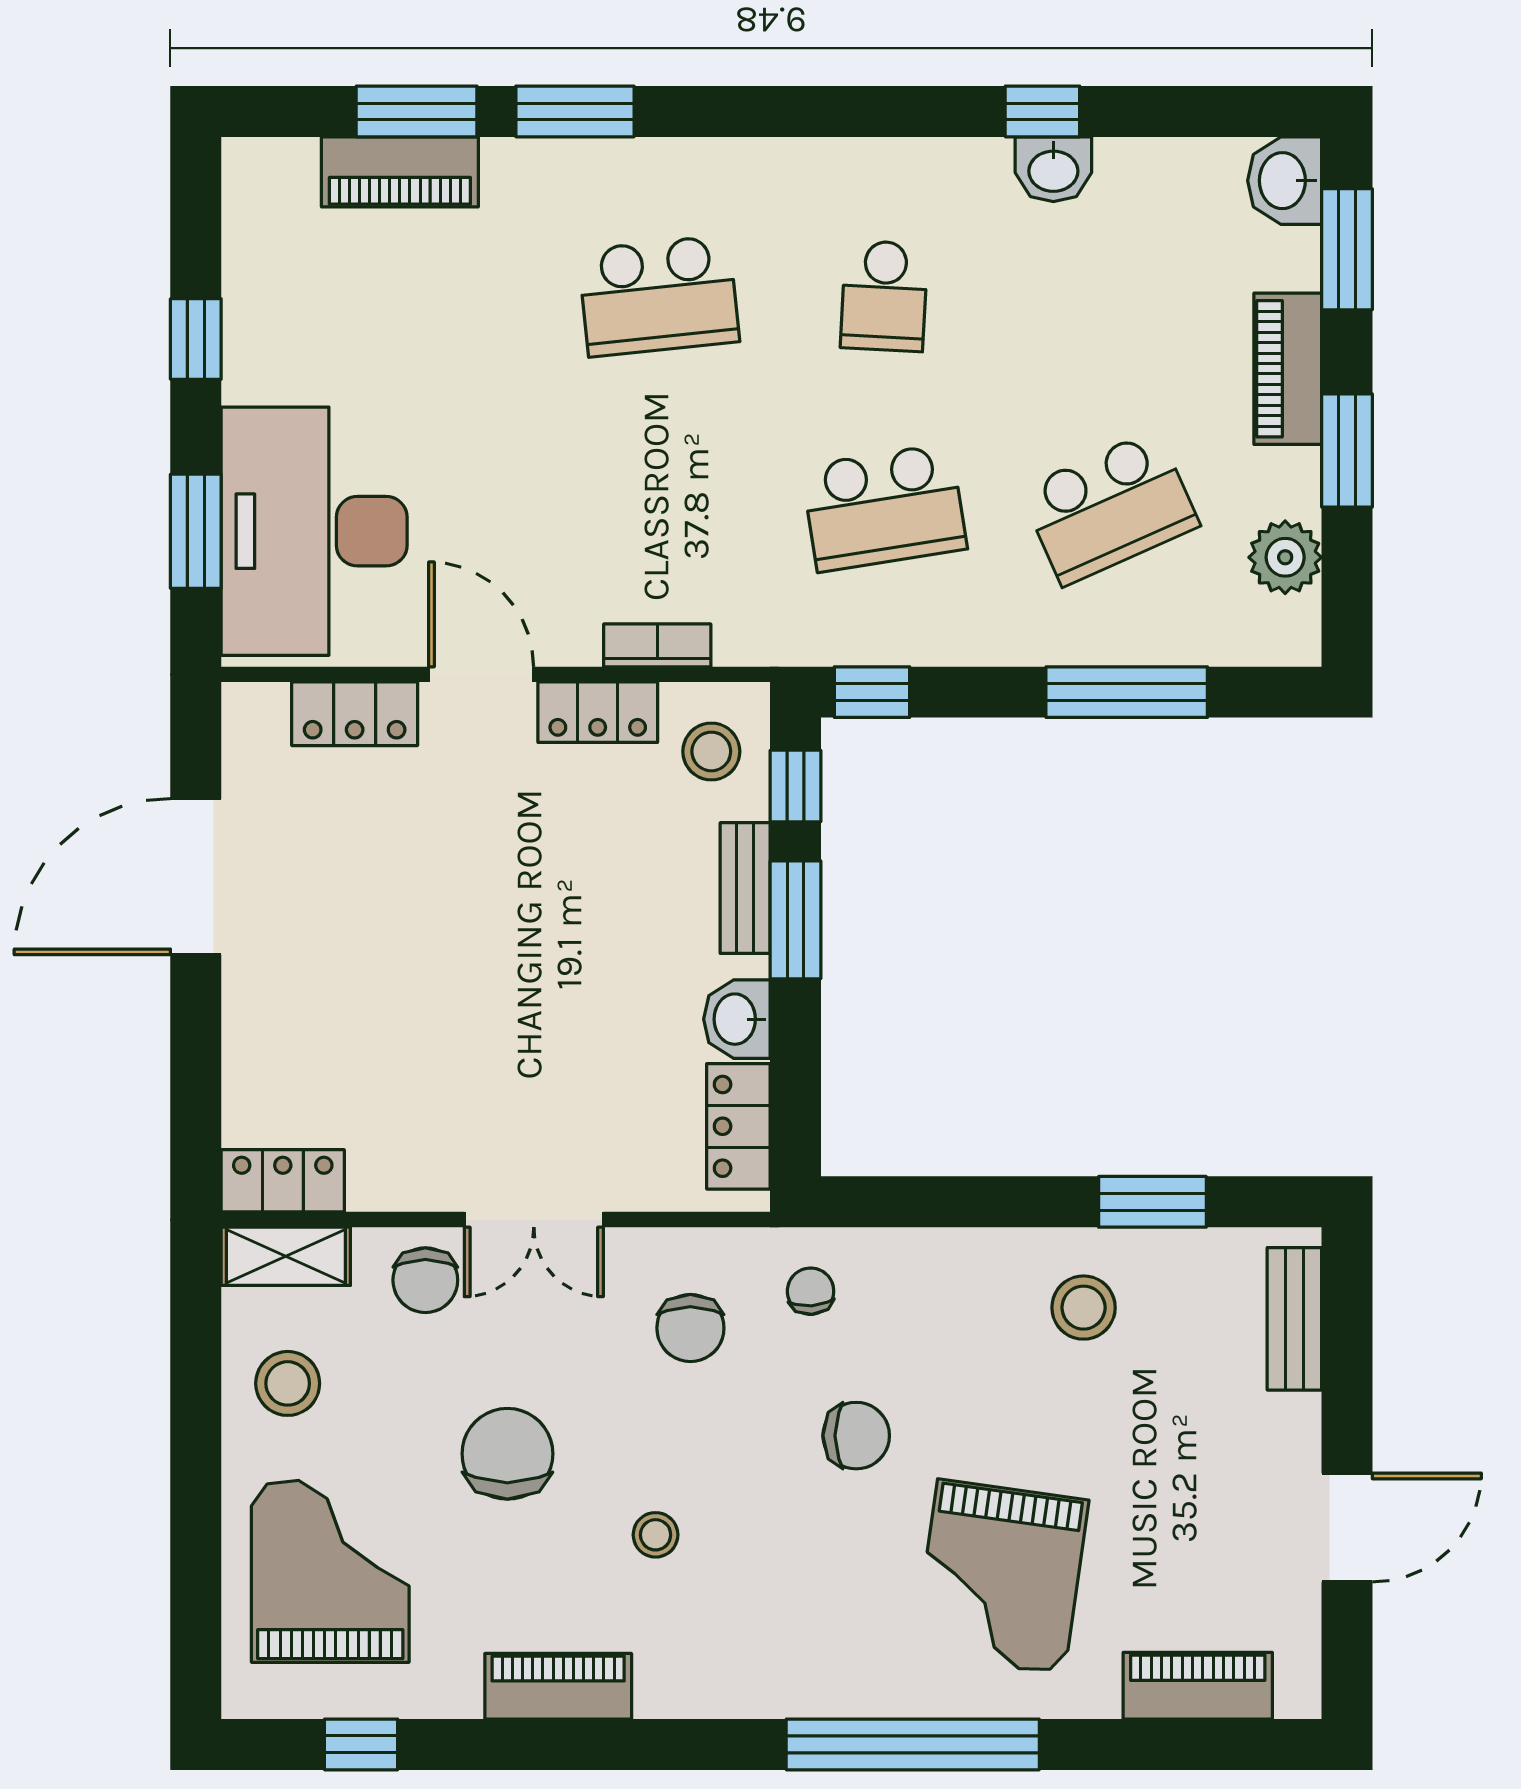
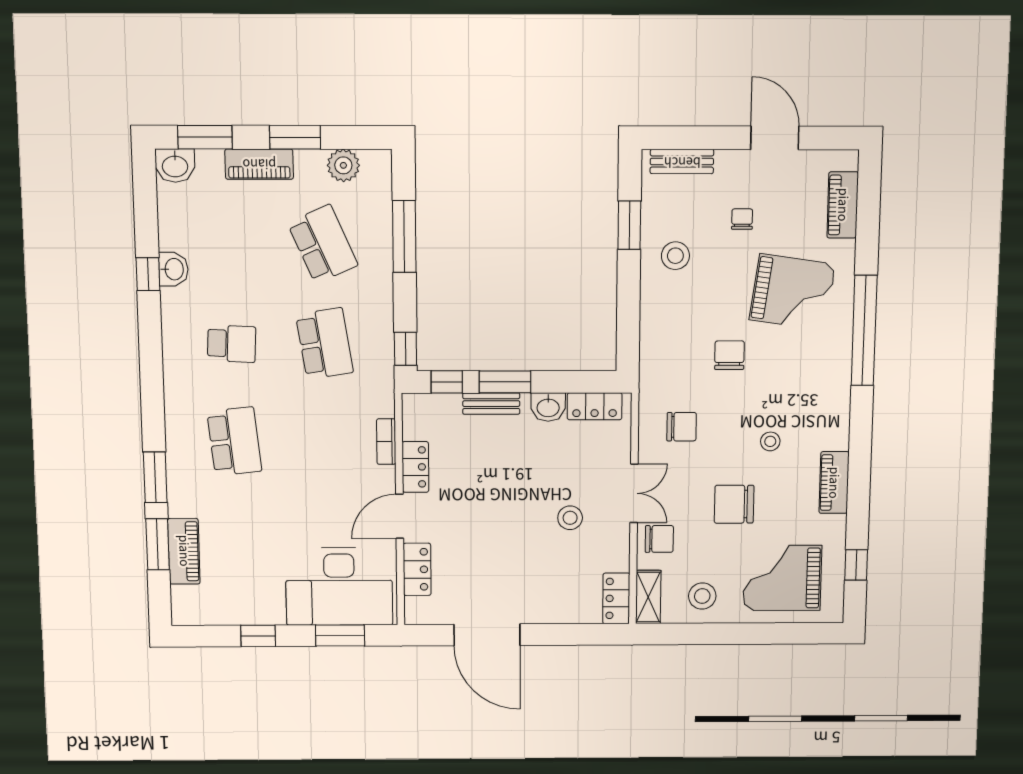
stool: (711, 751) -> (570, 518), moved
chair: (811, 1291) -> (742, 219), moved, turned 94

